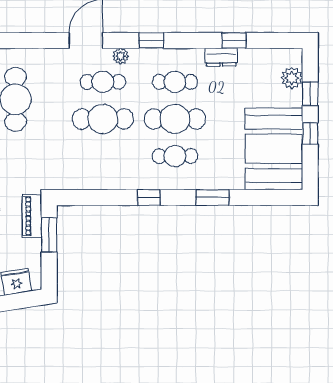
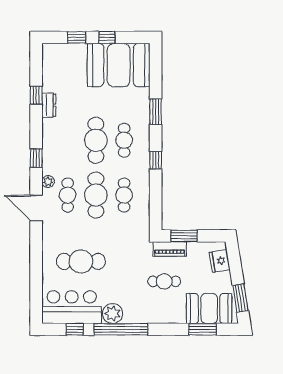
plant: (292, 78) -> (65, 51), removed
cafe table: (175, 82) -> (124, 195), moved

